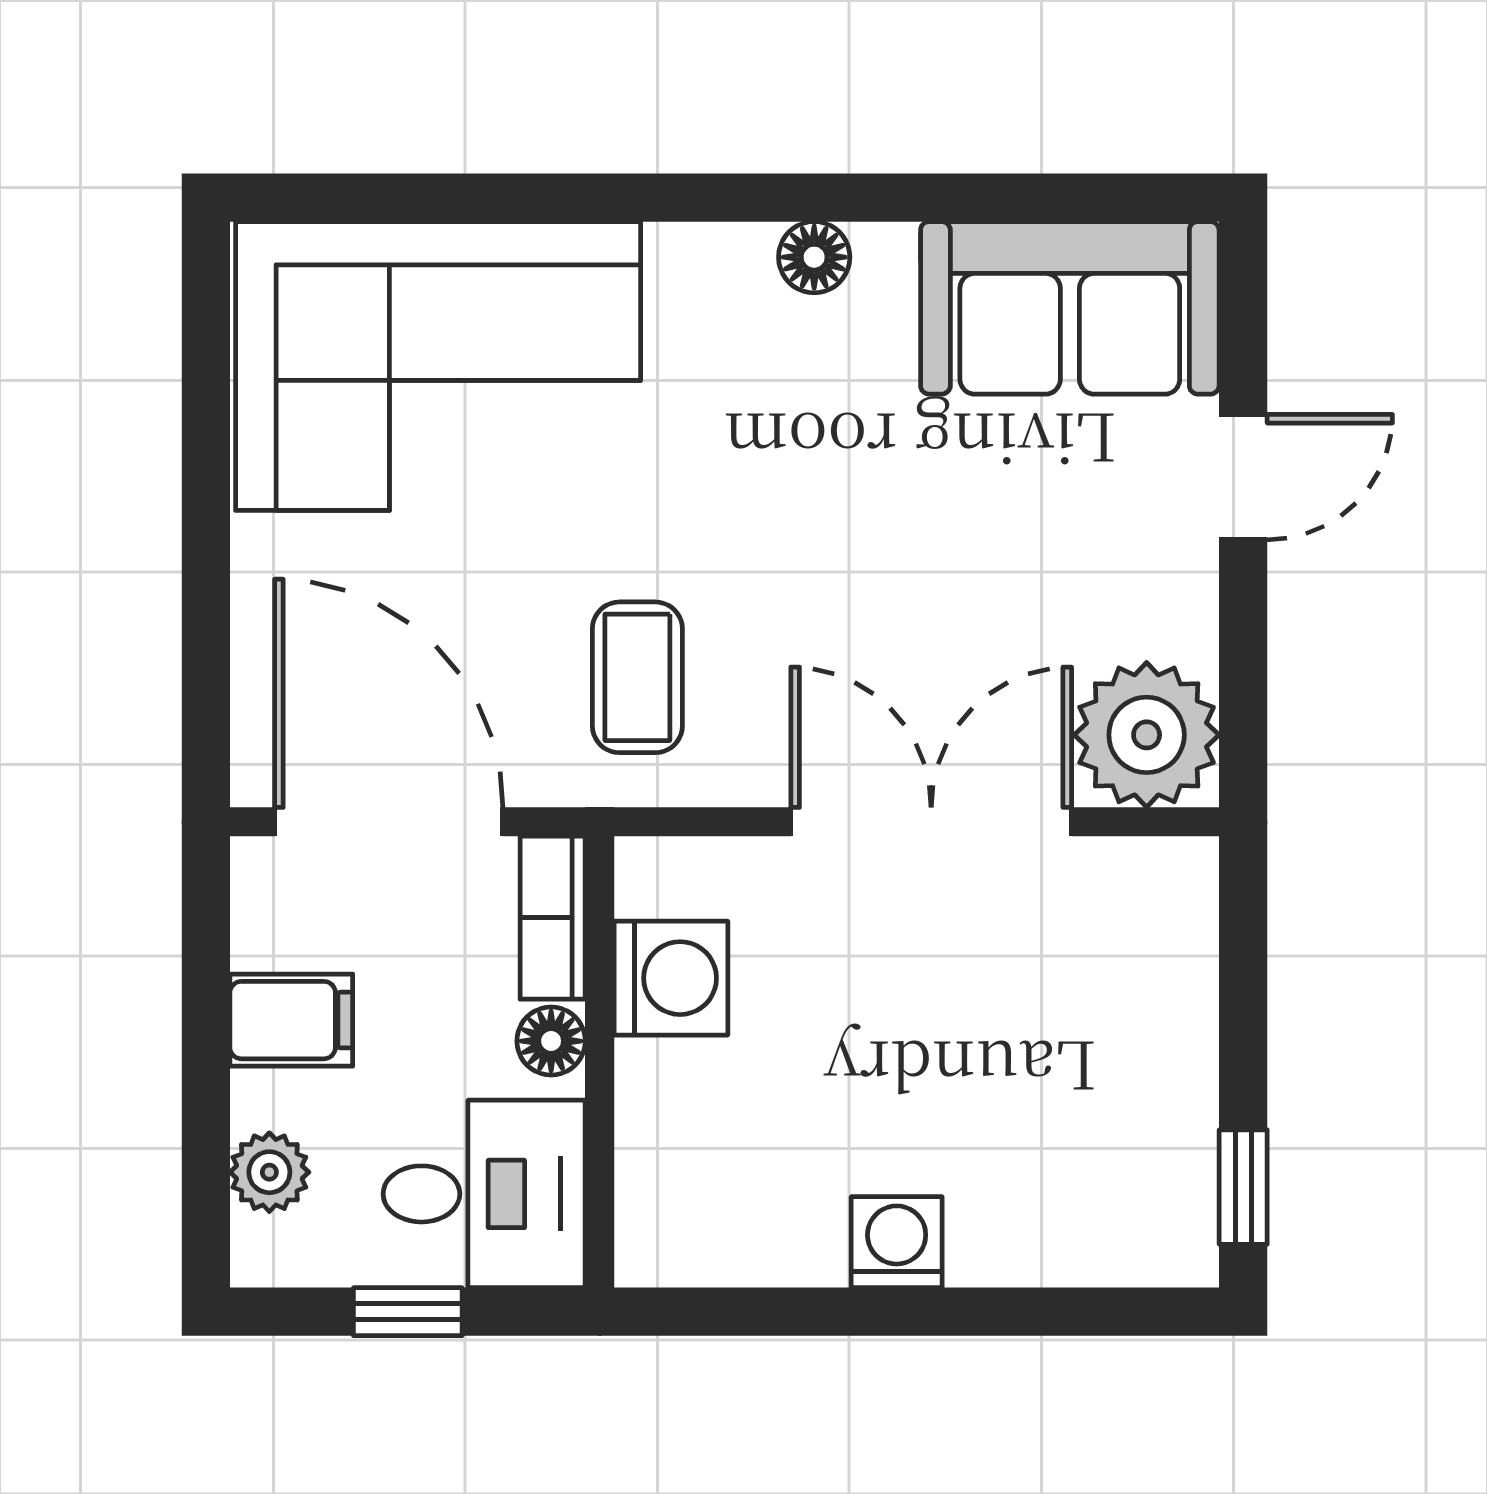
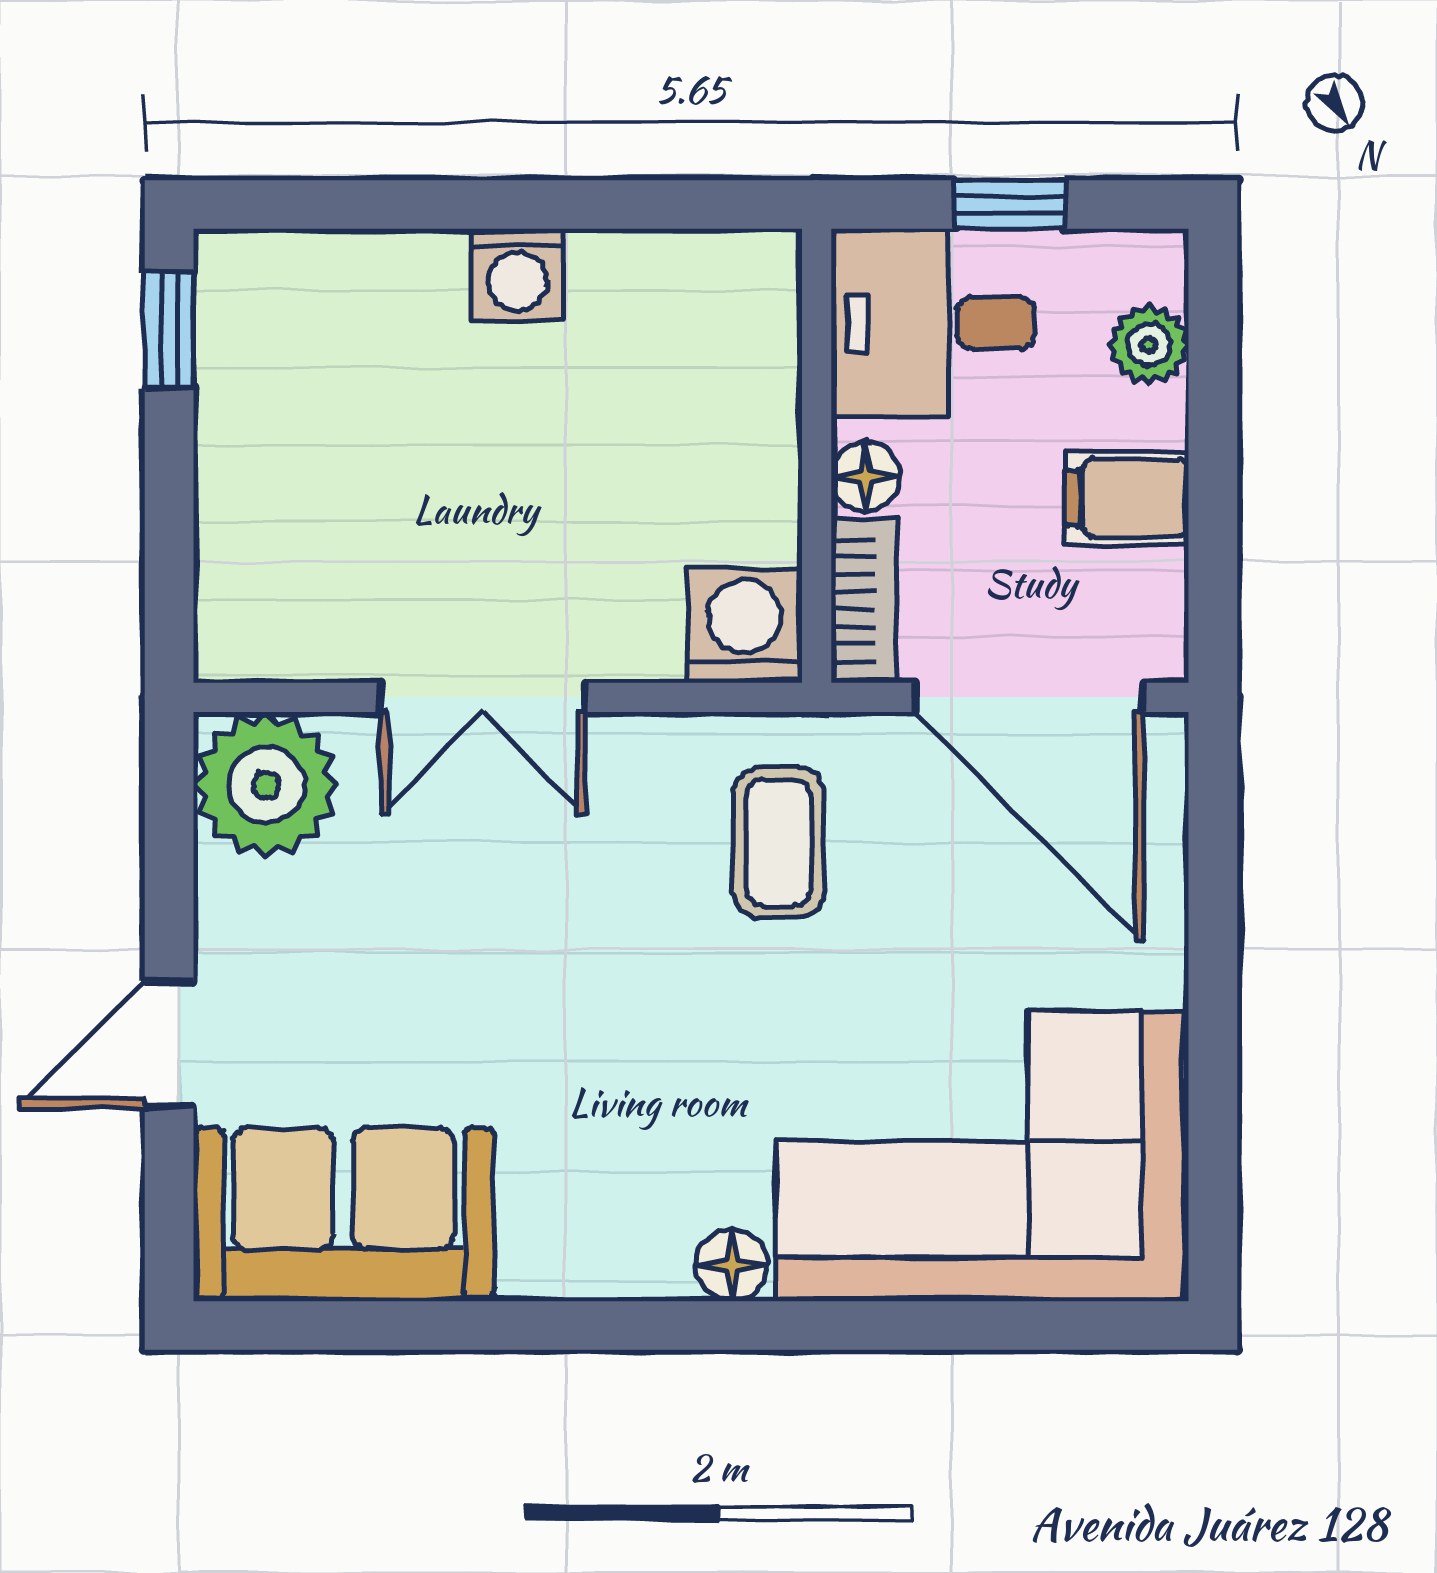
floor lamp: (814, 257) -> (732, 1265), moved
double door: (931, 822) -> (483, 697), width x0.73
washing machine: (671, 978) -> (745, 626), moved, turned 90

